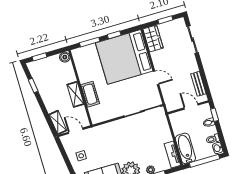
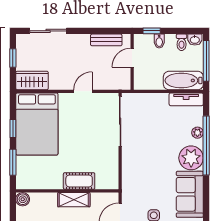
bed: (124, 57) -> (37, 124), width x0.73

